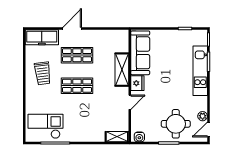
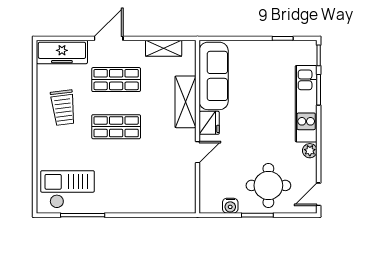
plant: (203, 116) -> (310, 151), moved
shelving: (117, 137) -> (164, 48), moved
water cooler: (139, 137) -> (230, 206), moved

